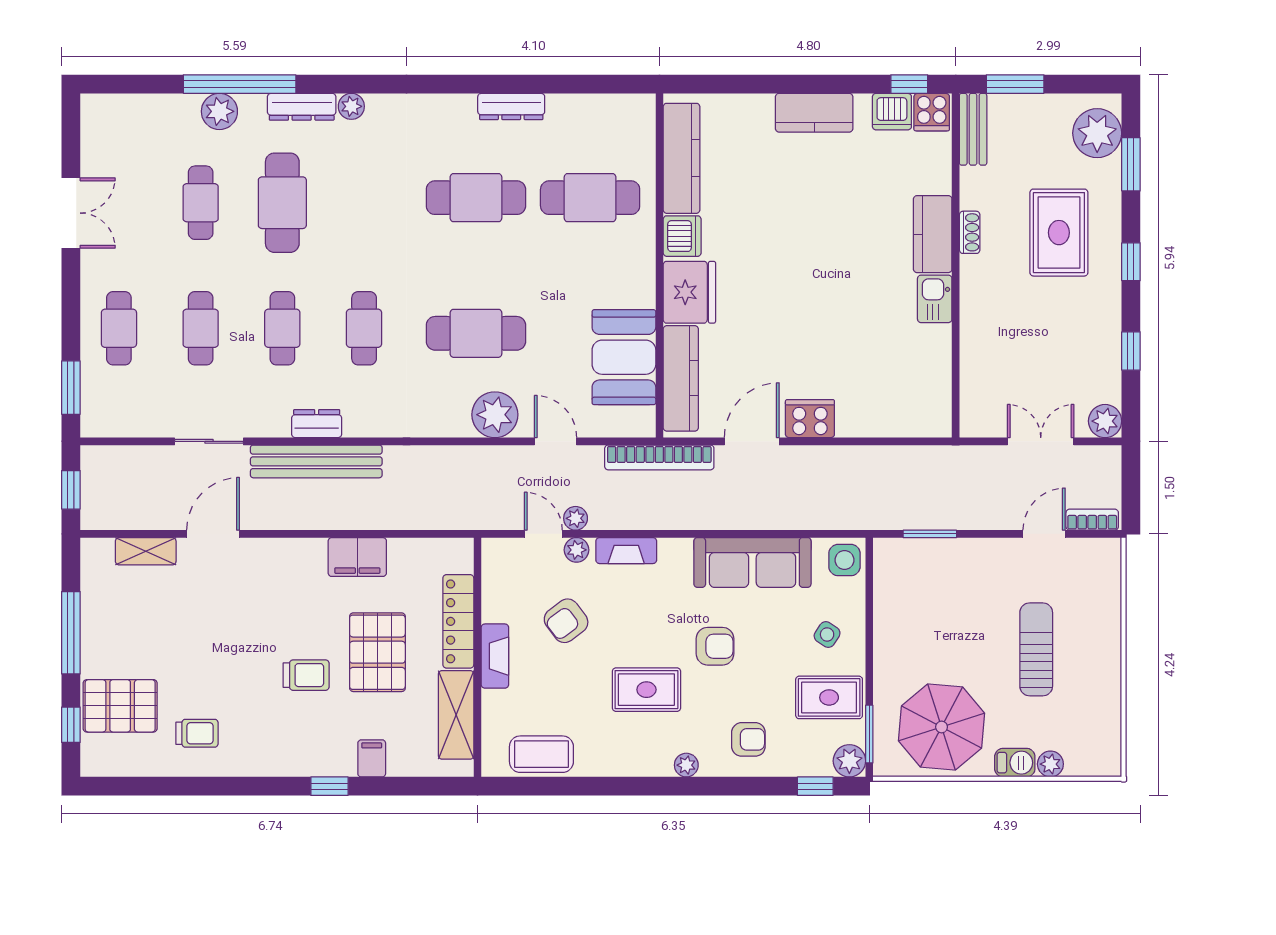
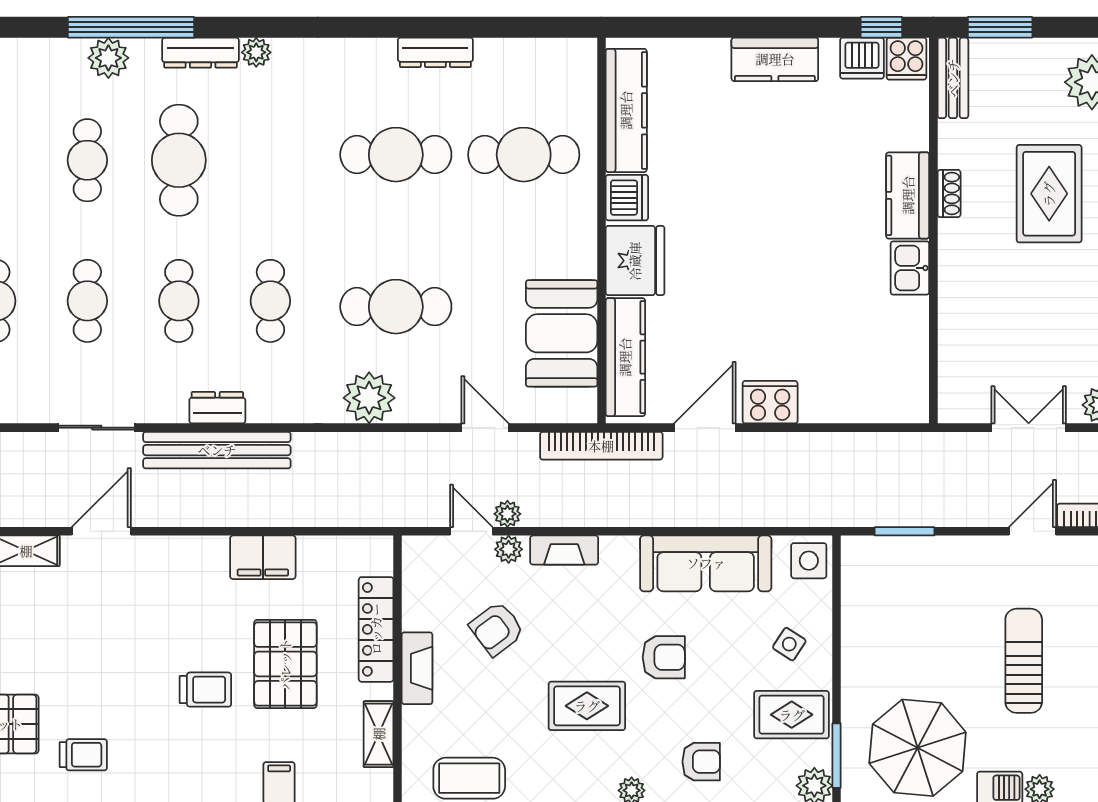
plant: (495, 415) -> (369, 398), moved
shelving: (456, 715) -> (379, 734), width x0.67, depth x0.75

